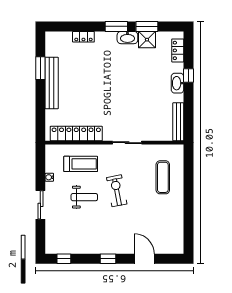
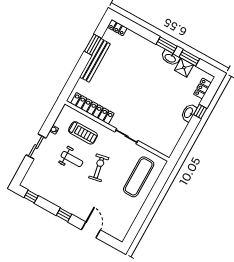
locker: (83, 37) -> (117, 28), moved
bench: (178, 122) -> (173, 142), removed
exercise mat: (163, 177) -> (139, 177), width x1.36, depth x1.45

